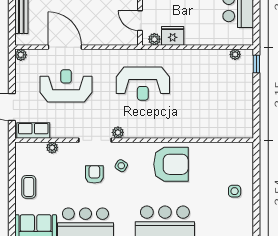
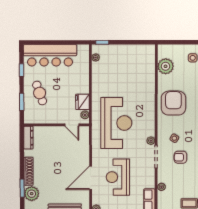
door: (140, 21) -> (72, 125), hinge flipped
reception desk: (143, 84) -> (116, 123), width x1.36, depth x1.30
plant: (223, 153) -> (166, 66), added

